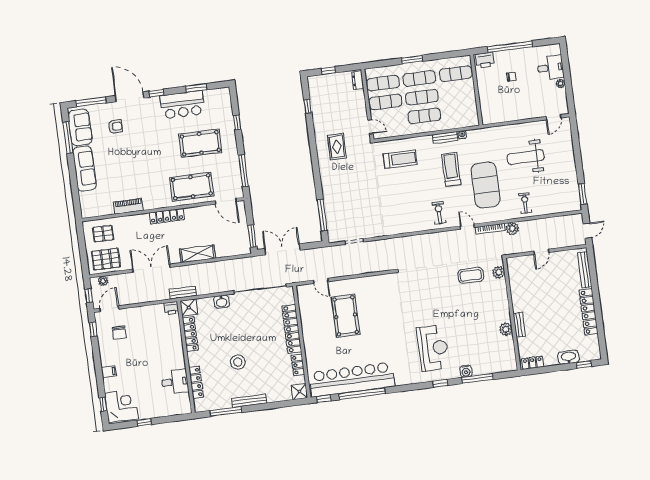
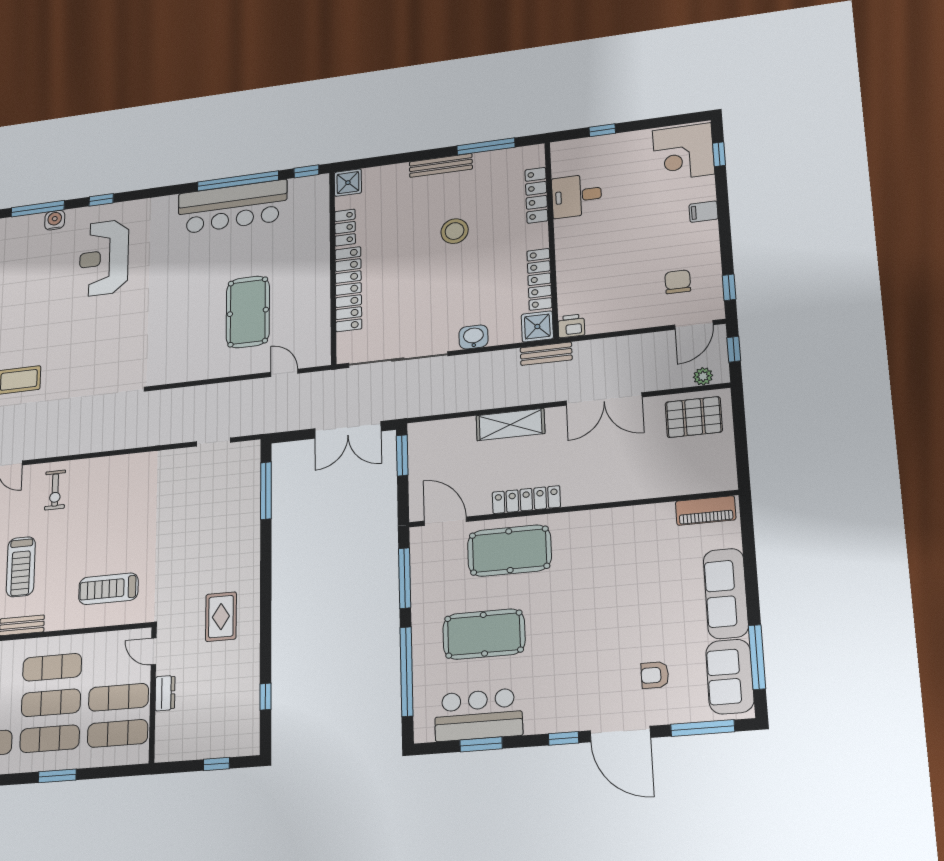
dresser: (358, 80) -> (165, 693), moved
bar counter: (182, 105) -> (478, 715), moved
window: (237, 123) -> (407, 671), width x3.17
piano: (128, 206) -> (706, 510), moved
locker: (167, 216) -> (526, 500), moved
pallet: (103, 234) -> (696, 466), removed
bar counter: (352, 379) -> (232, 207), width x0.73
window: (144, 422) -> (602, 130), moved

